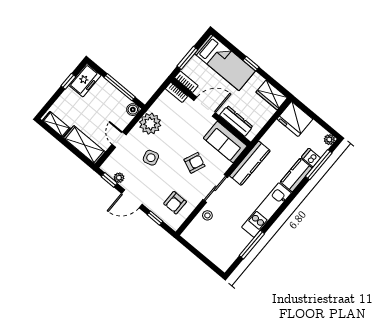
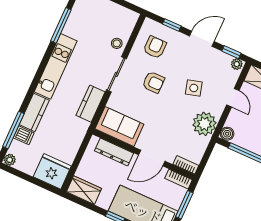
armchair: (194, 163) -> (153, 82), moved, turned -113
kitchen counter: (250, 163) -> (90, 104), width x0.67
plant: (119, 178) -> (237, 64), moved

